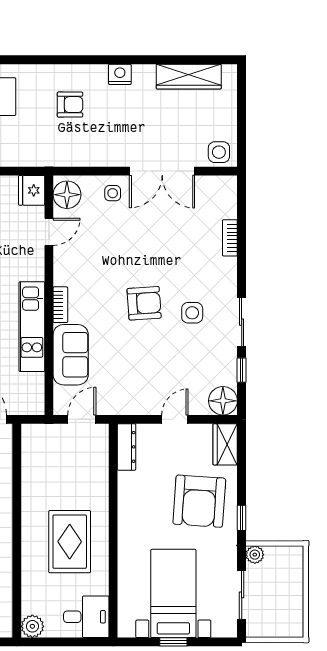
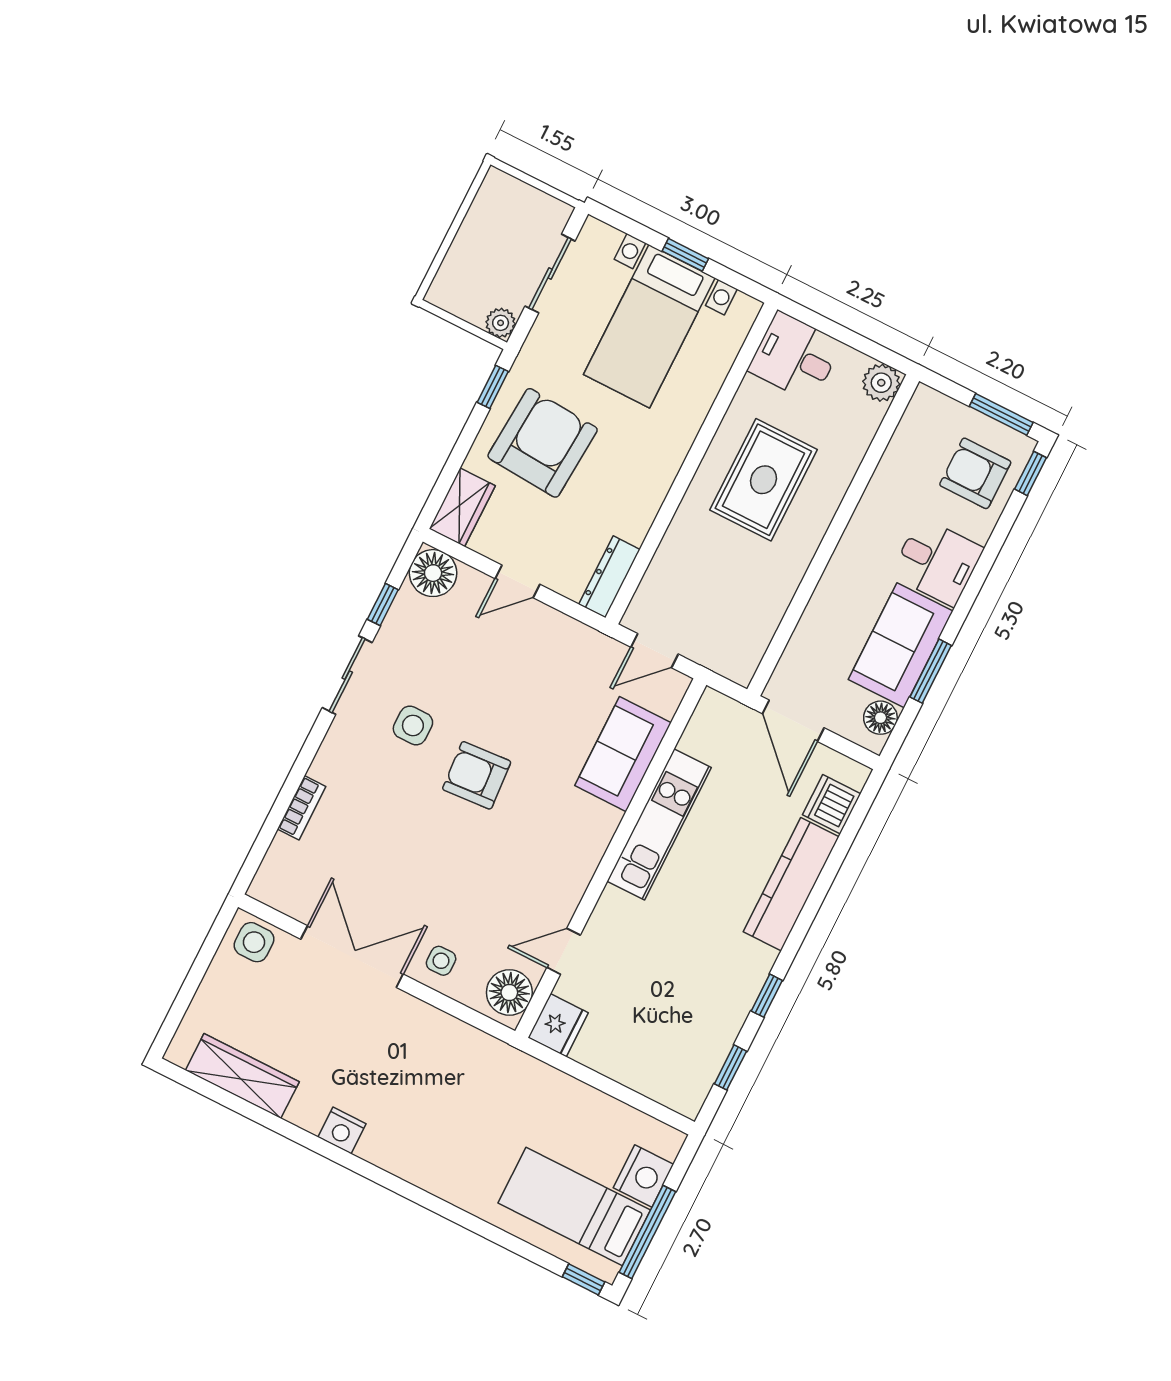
armchair: (70, 105) -> (438, 1123), removed
bookcase: (60, 305) -> (601, 835), removed

